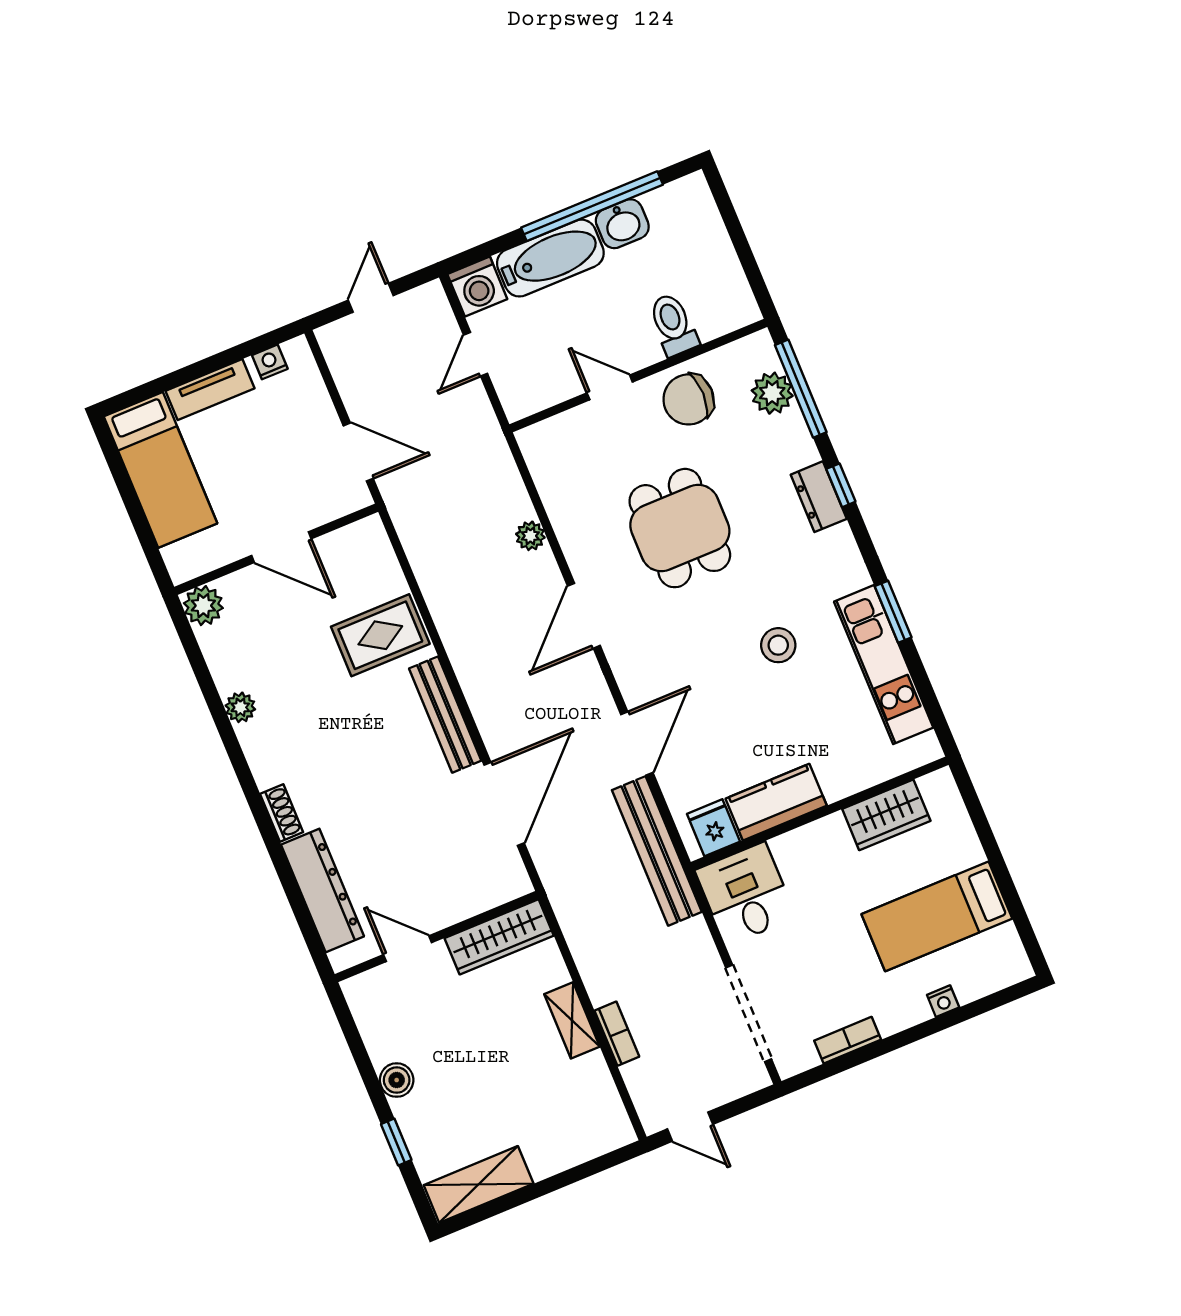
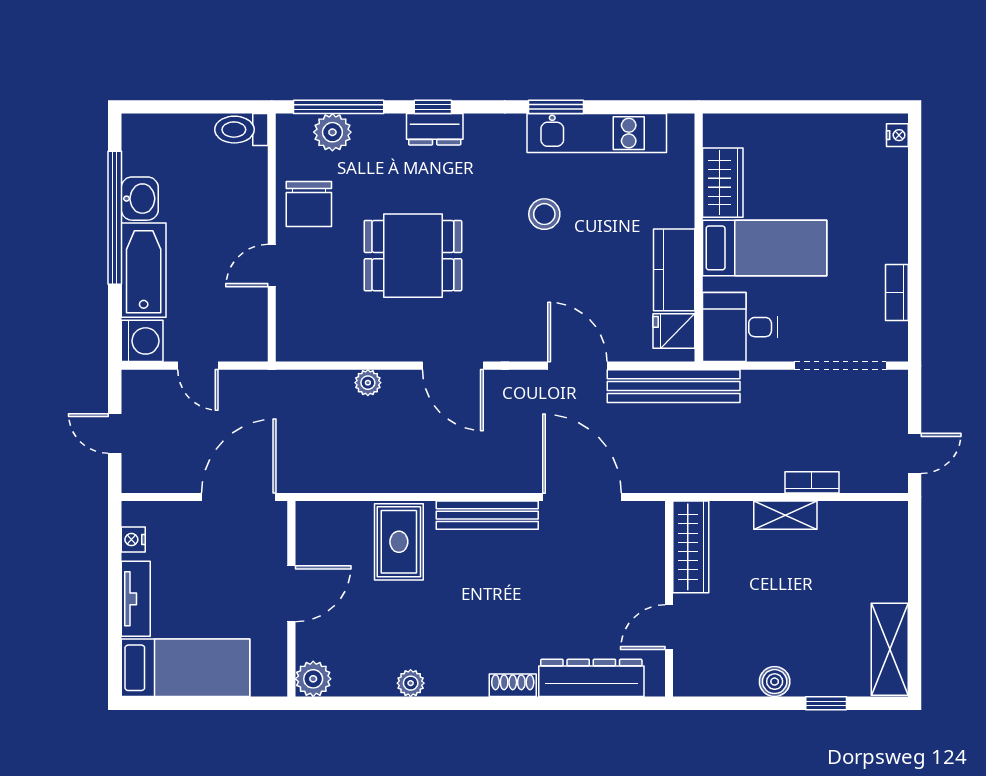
toilet: (673, 325) -> (241, 130), moved
door: (358, 452) -> (239, 497), width x1.36
bed: (937, 916) -> (765, 248), moved, turned -90
nightstand: (943, 1001) -> (897, 135), moved

